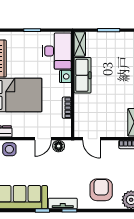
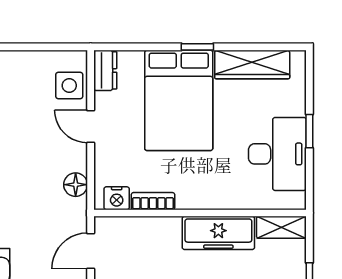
desk: (57, 51) -> (277, 154), moved, turned -90
nightstand: (65, 76) -> (117, 198), moved
door: (43, 139) -> (91, 126), moved

